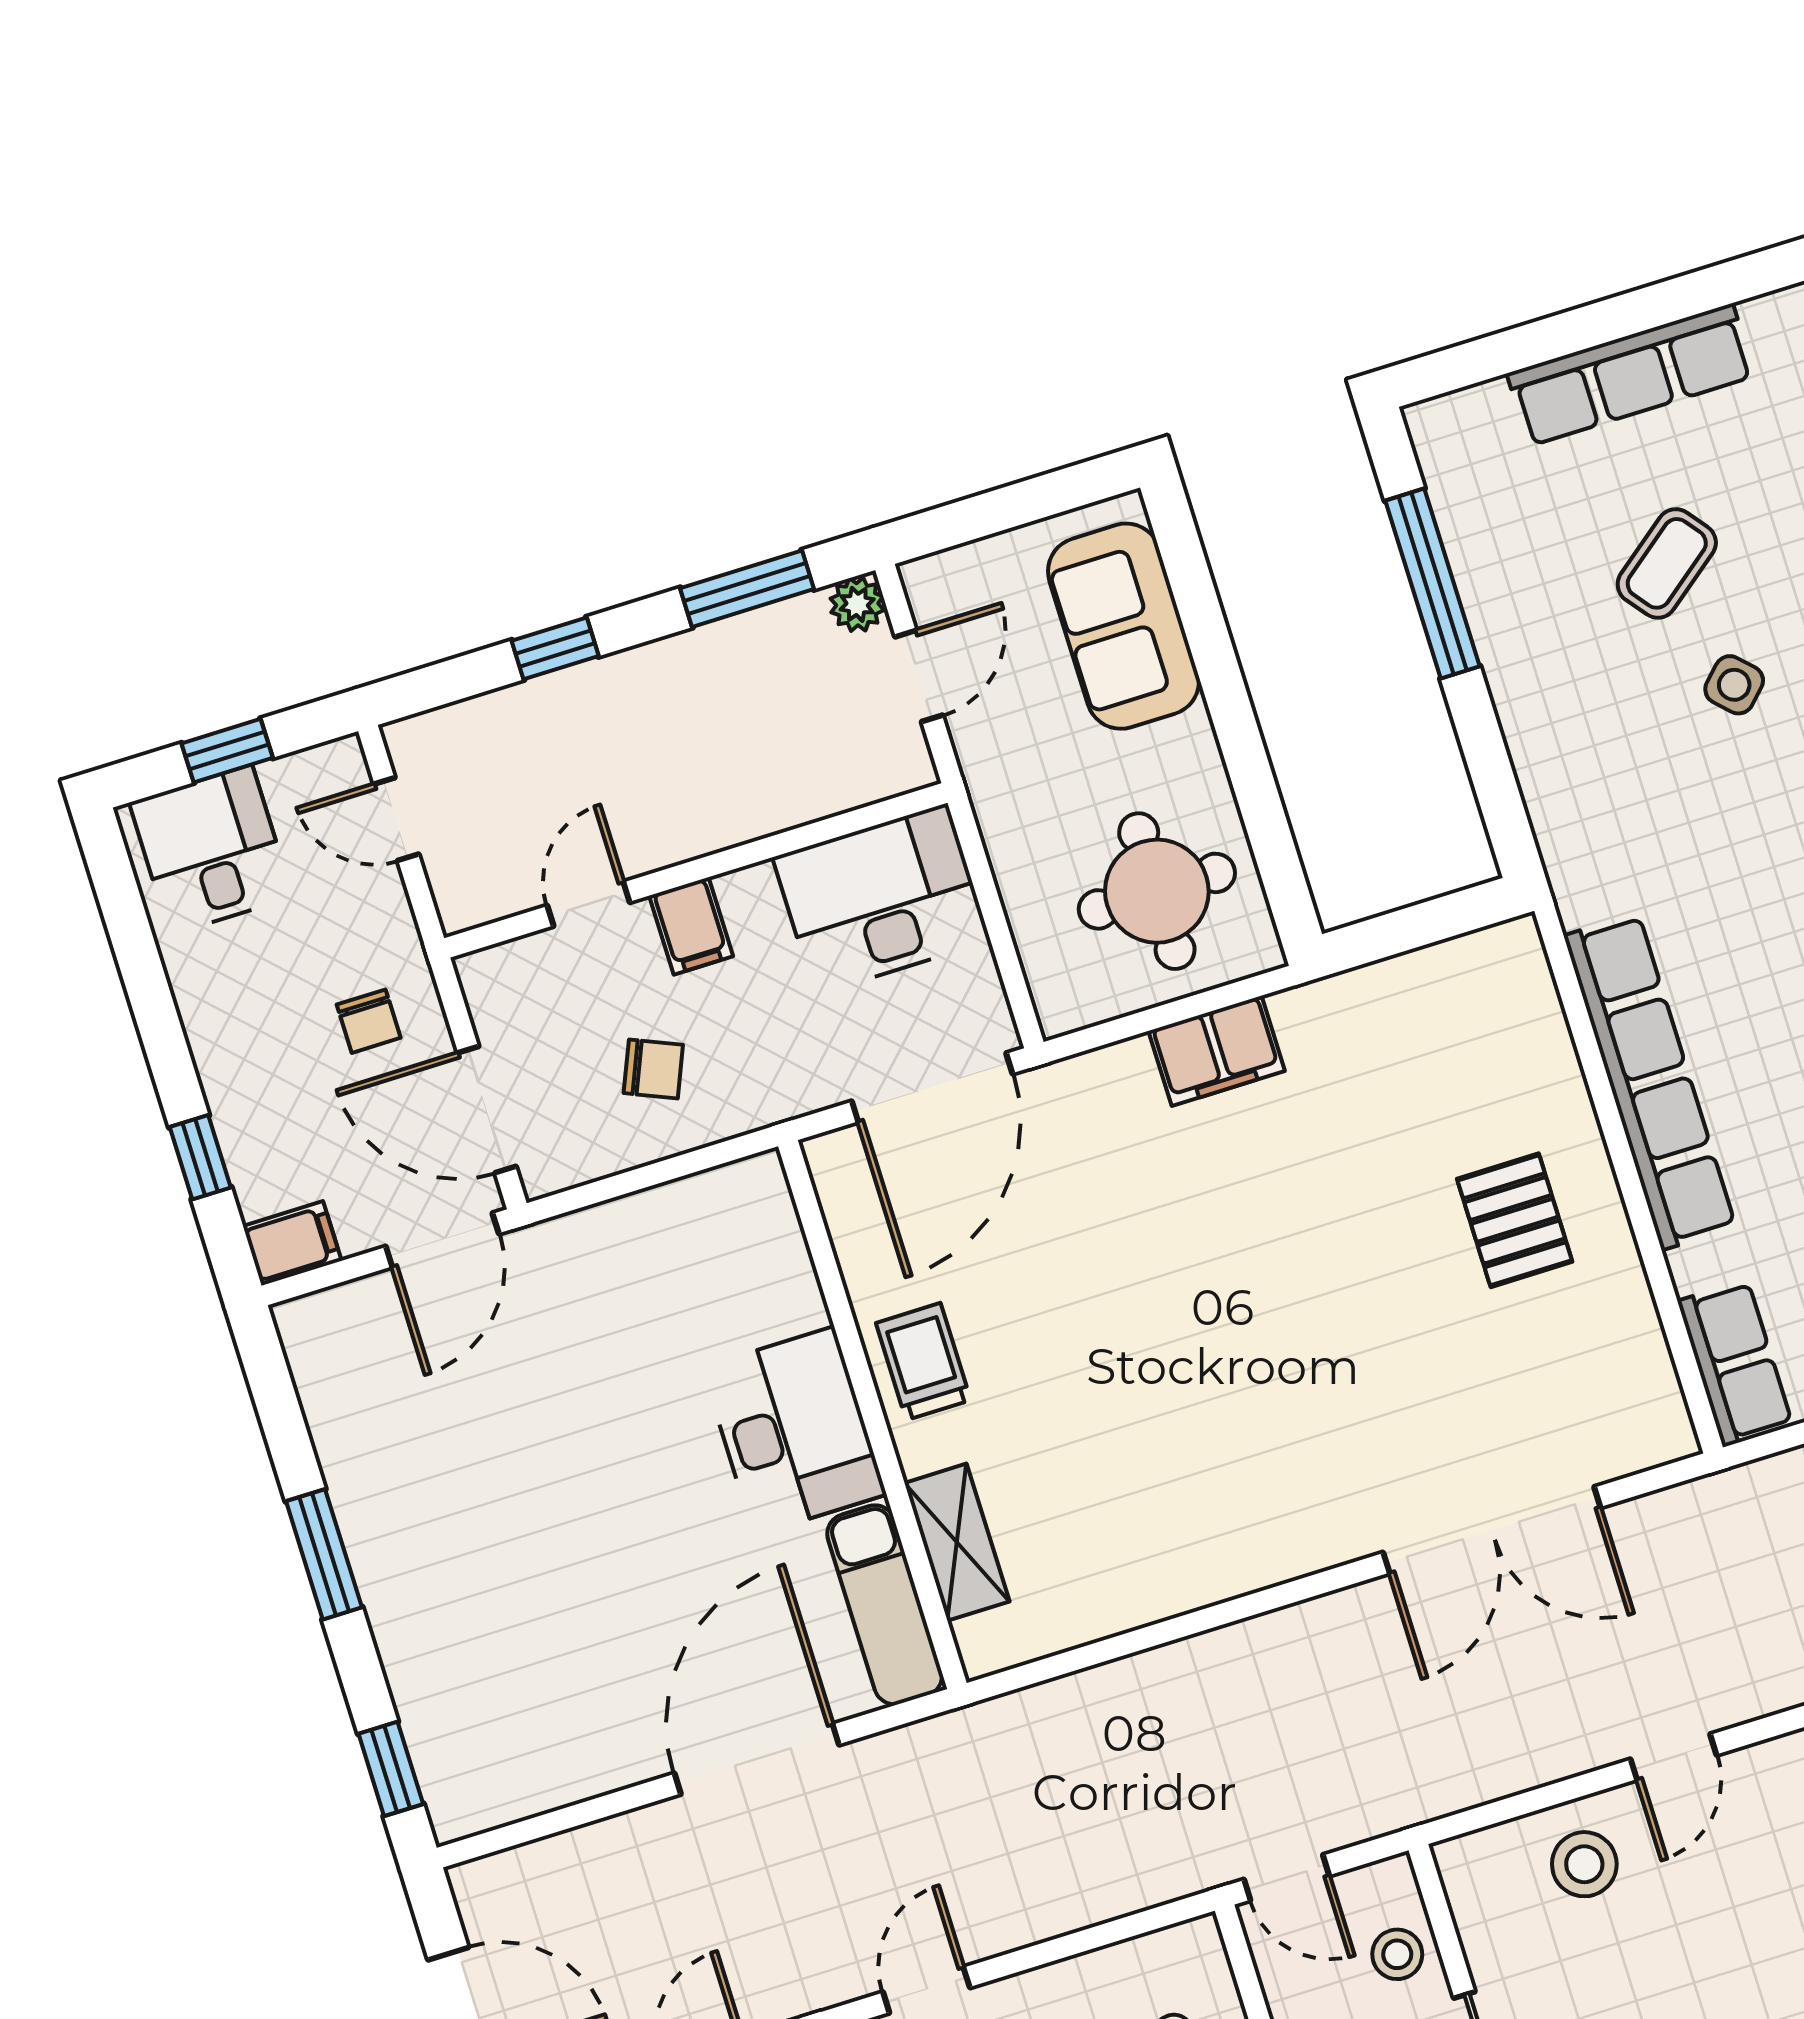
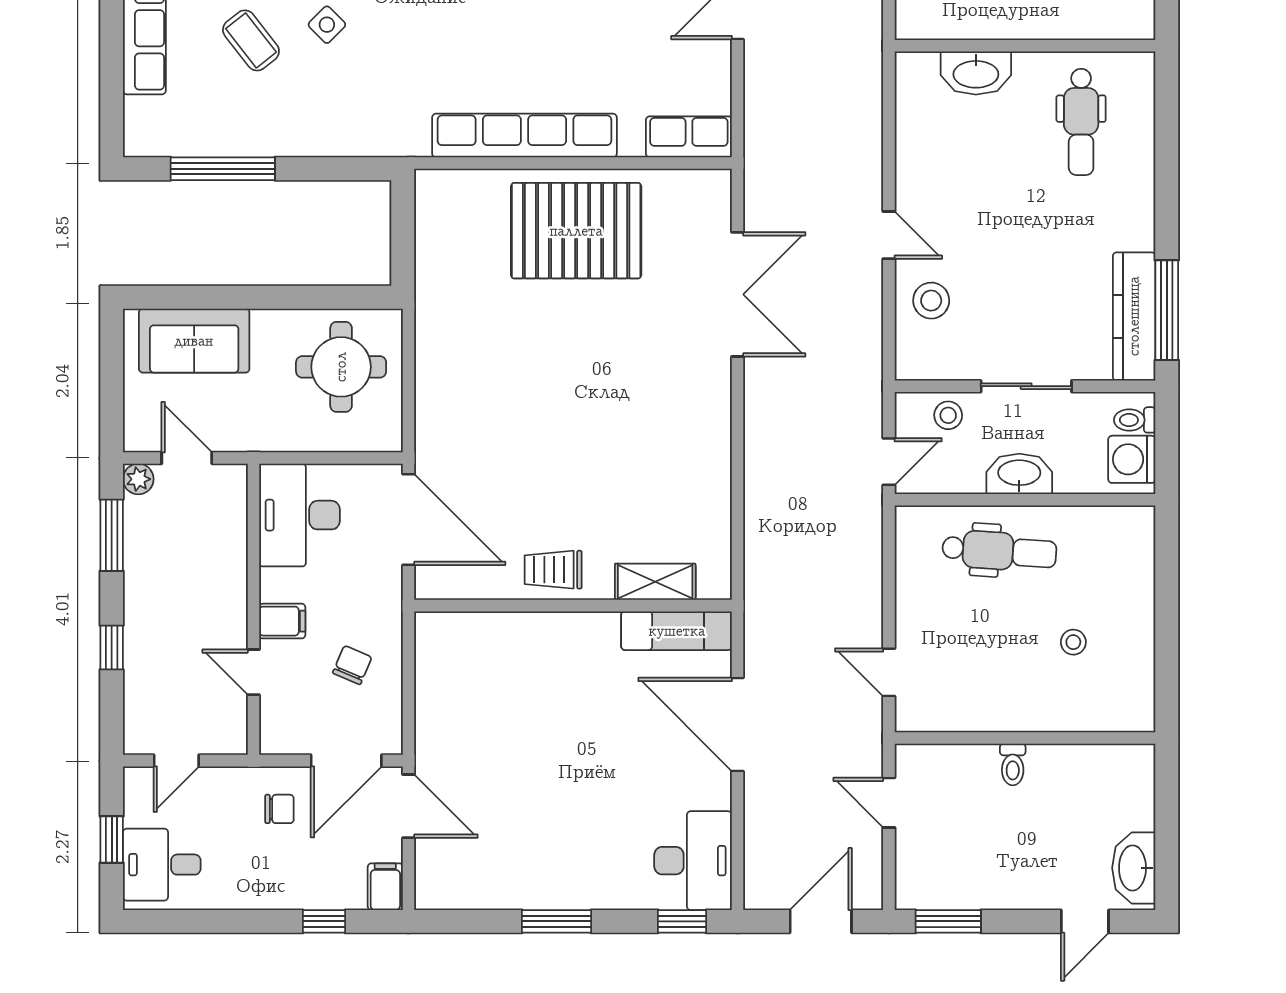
filing cabinet: (1217, 1051) -> (436, 362), removed
pallet: (1515, 1220) -> (576, 231), width x2.05, depth x2.00
desk: (794, 1431) -> (693, 861), moved, turned 90

